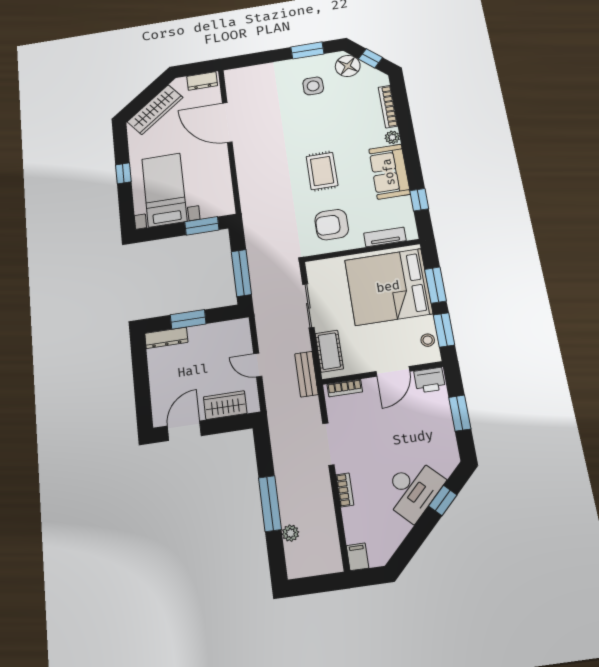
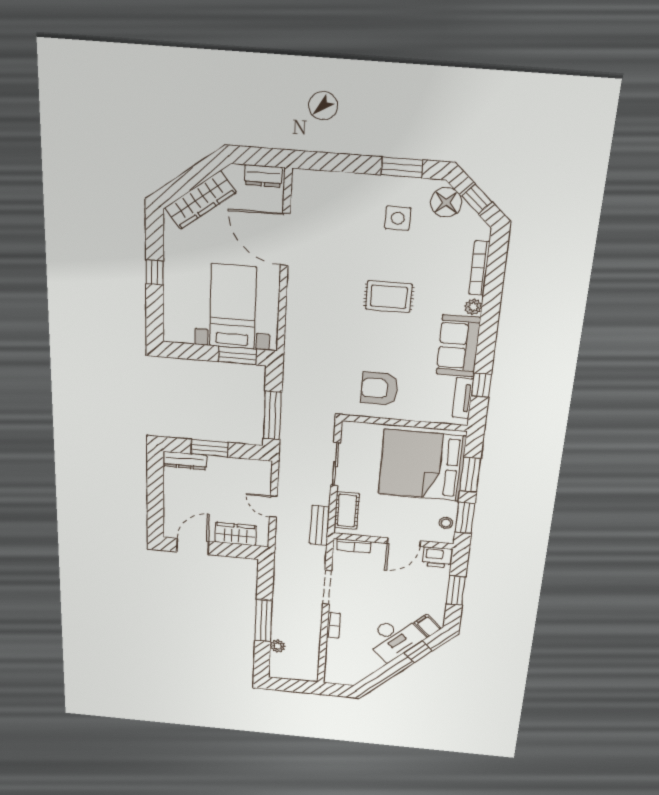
rug: (322, 171) -> (389, 297), moved, turned 90
bed with nightstands: (164, 190) -> (233, 307), moved
tv unit: (385, 237) -> (463, 398), moved, turned -90
filing cabinet: (358, 557) -> (428, 626), moved, turned -45

